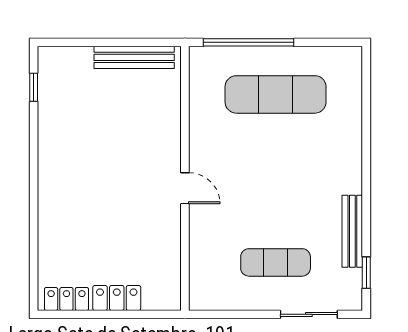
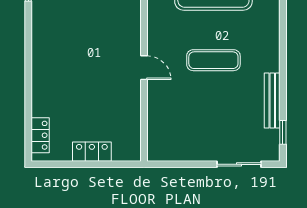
exercise mat: (276, 262) -> (213, 60), moved
locker: (66, 299) -> (40, 135), moved, turned 90

